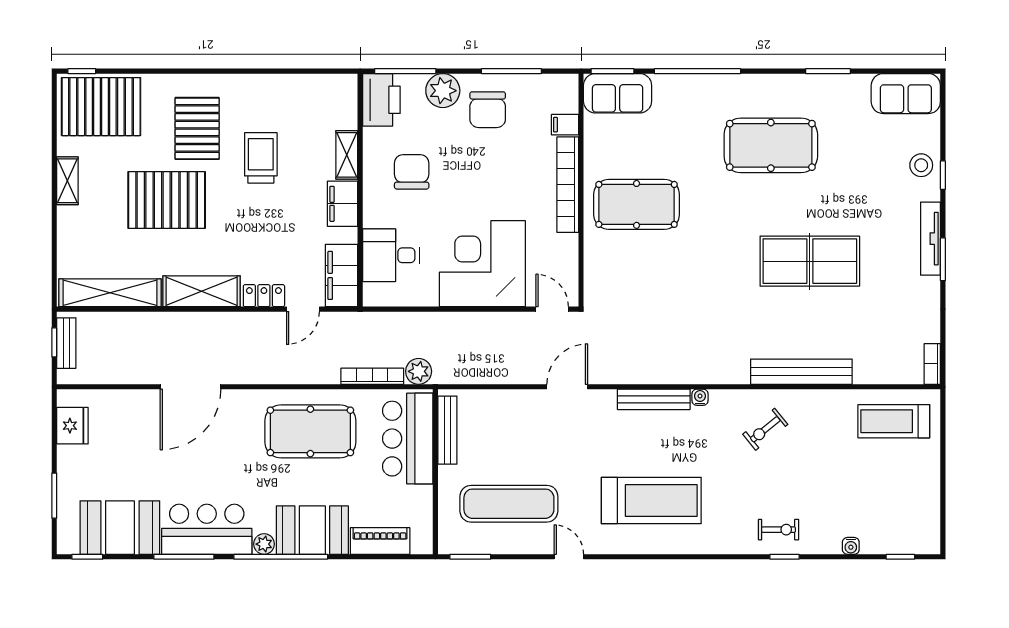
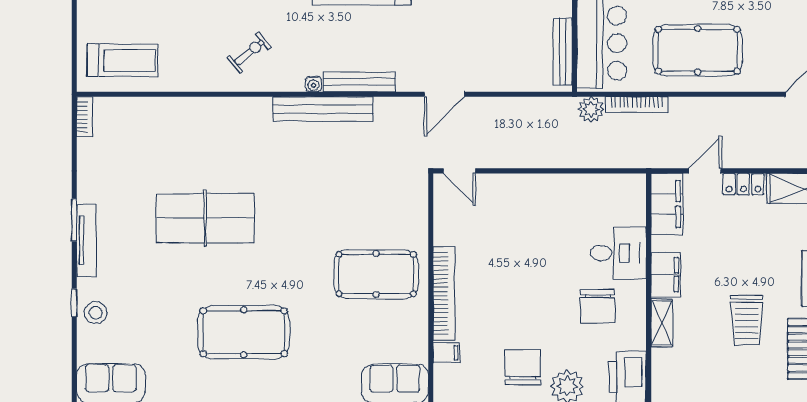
desk: (391, 255) -> (618, 253), moved
corner desk: (482, 264) -> (528, 216), removed
bench: (801, 372) -> (323, 109), moved

